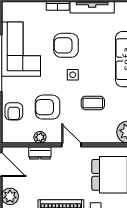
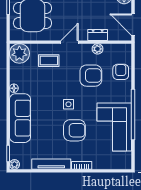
coffee table: (93, 103) -> (49, 61), moved
door: (71, 145) -> (70, 42), swing flipped

